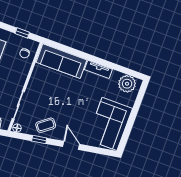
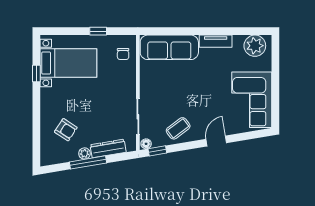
window: (22, 33) -> (98, 31), moved
window: (39, 139) -> (157, 151), moved
door: (71, 145) -> (216, 141), hinge flipped

